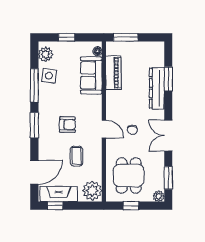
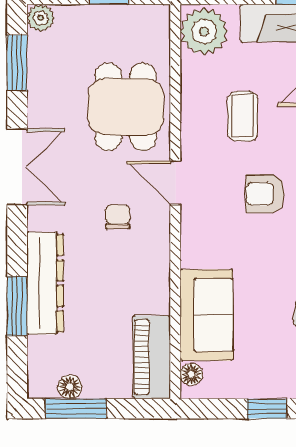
window: (126, 37) -> (76, 409), moved
floor lamp: (147, 46) -> (70, 387), added
piano: (113, 73) -> (152, 357), moved
chair: (132, 130) -> (118, 217), moved
dining table: (129, 175) -> (126, 107), moved

